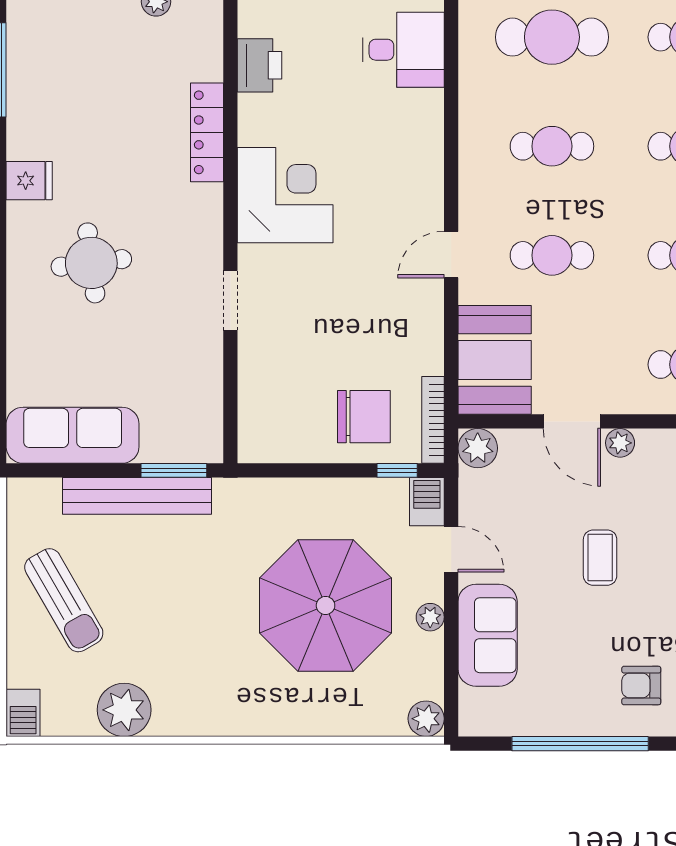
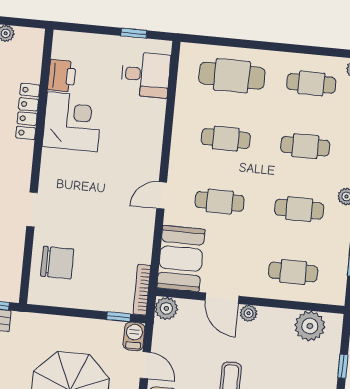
corner desk: (285, 195) -> (72, 122), moved
chair: (364, 417) -> (57, 263), moved

